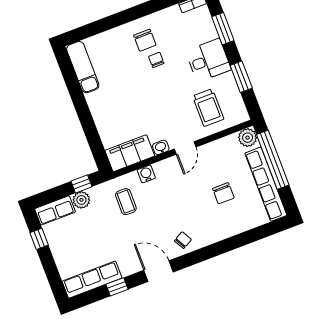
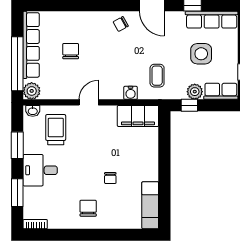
chair: (156, 60) -> (110, 178), moved
washbasin: (161, 147) -> (33, 111), moved
side table: (89, 241) -> (201, 54), added

